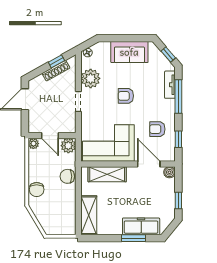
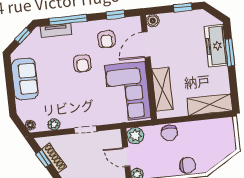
plant: (91, 78) -> (54, 124), width x0.53, depth x0.53
armchair: (126, 96) -> (82, 63), moved
door: (50, 136) -> (126, 157), swing flipped

